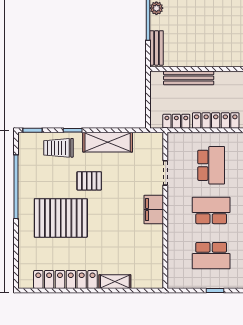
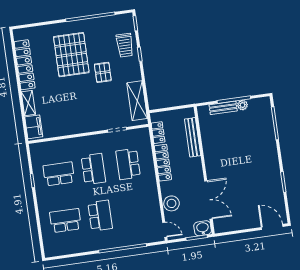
bench: (157, 48) -> (223, 108), moved
shelving: (108, 142) -> (137, 101), moved
trolley: (59, 148) -> (125, 45), turned 180
school desk: (211, 165) -> (128, 164), turned 90
filing cabinet: (154, 210) -> (34, 127), moved, turned 90
school desk: (211, 256) -> (59, 174), turned 90

